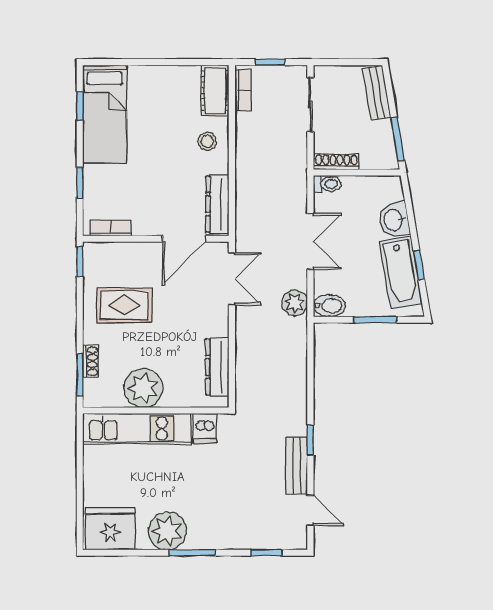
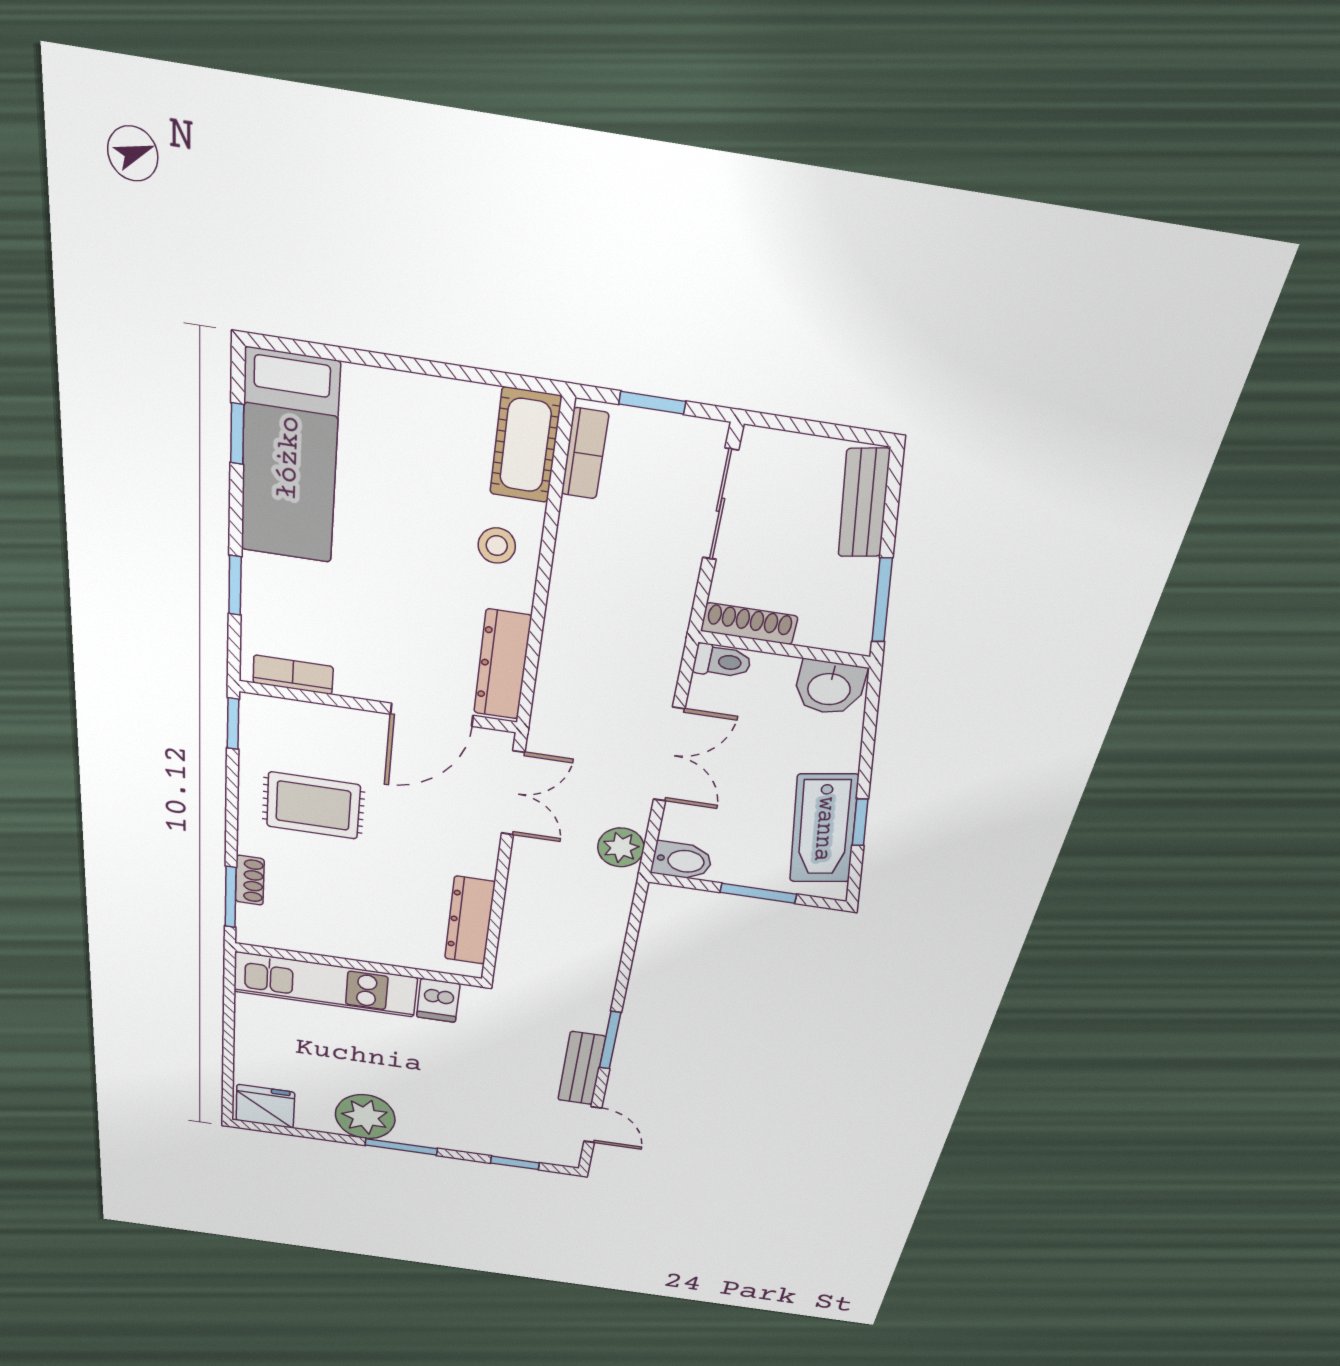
washbasin: (394, 220) -> (829, 688), moved, turned -80
plant: (143, 388) -> (339, 931), removed
window: (310, 440) -> (610, 1040), width x1.50
fridge: (110, 529) -> (265, 1106), width x0.73, depth x0.75

